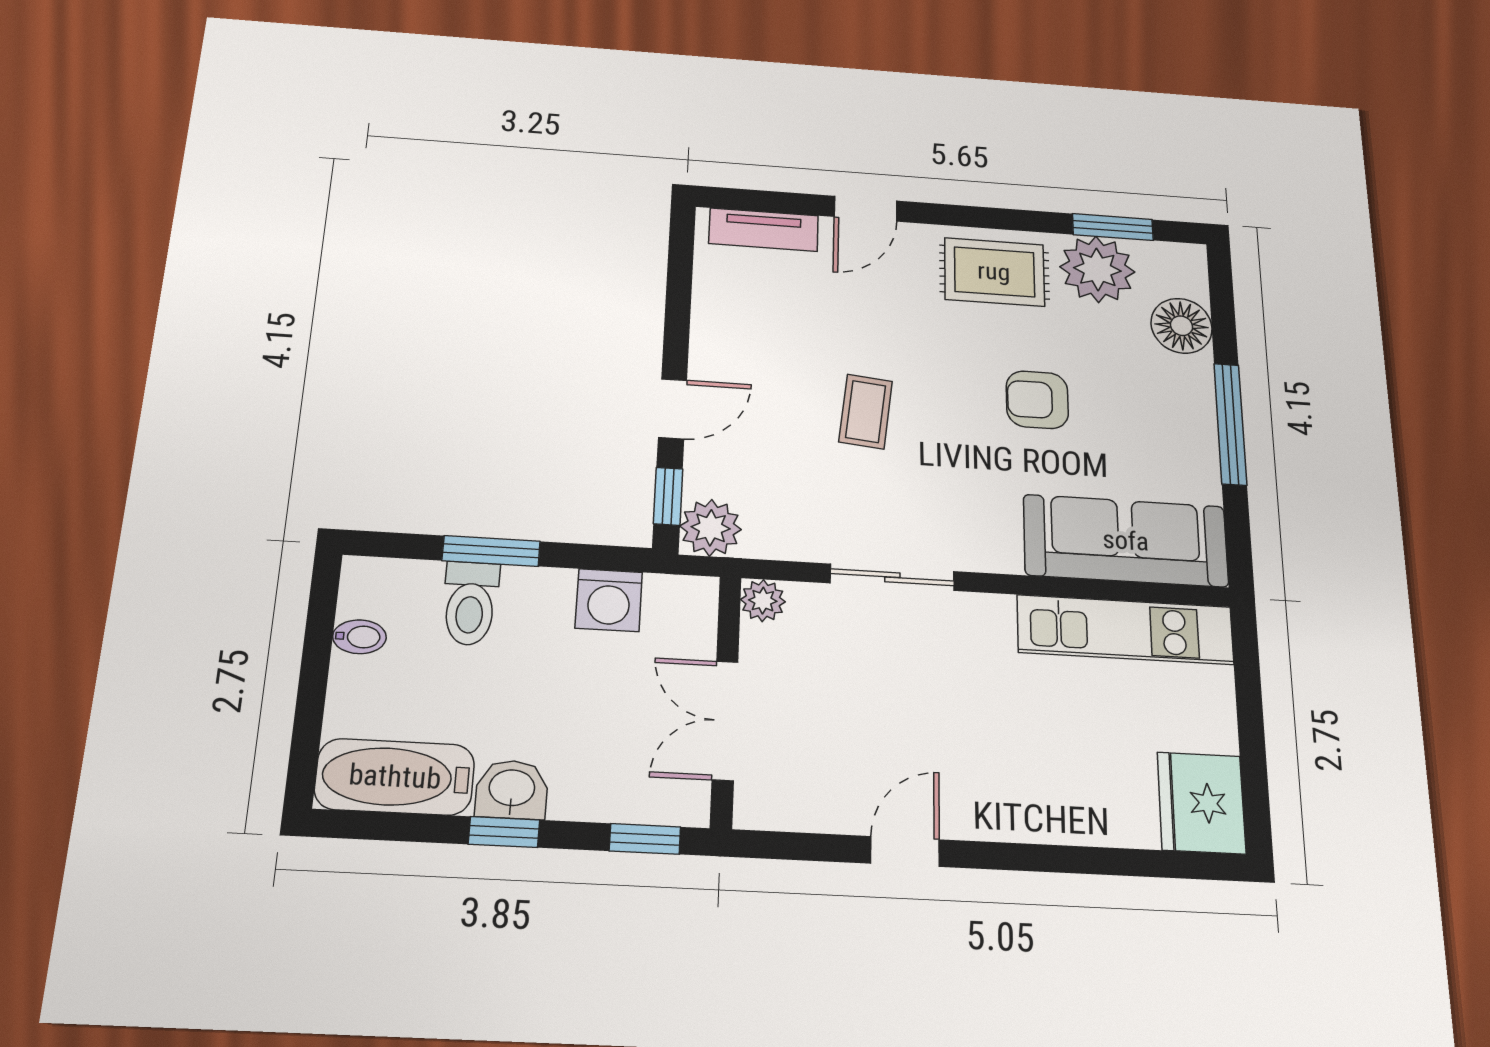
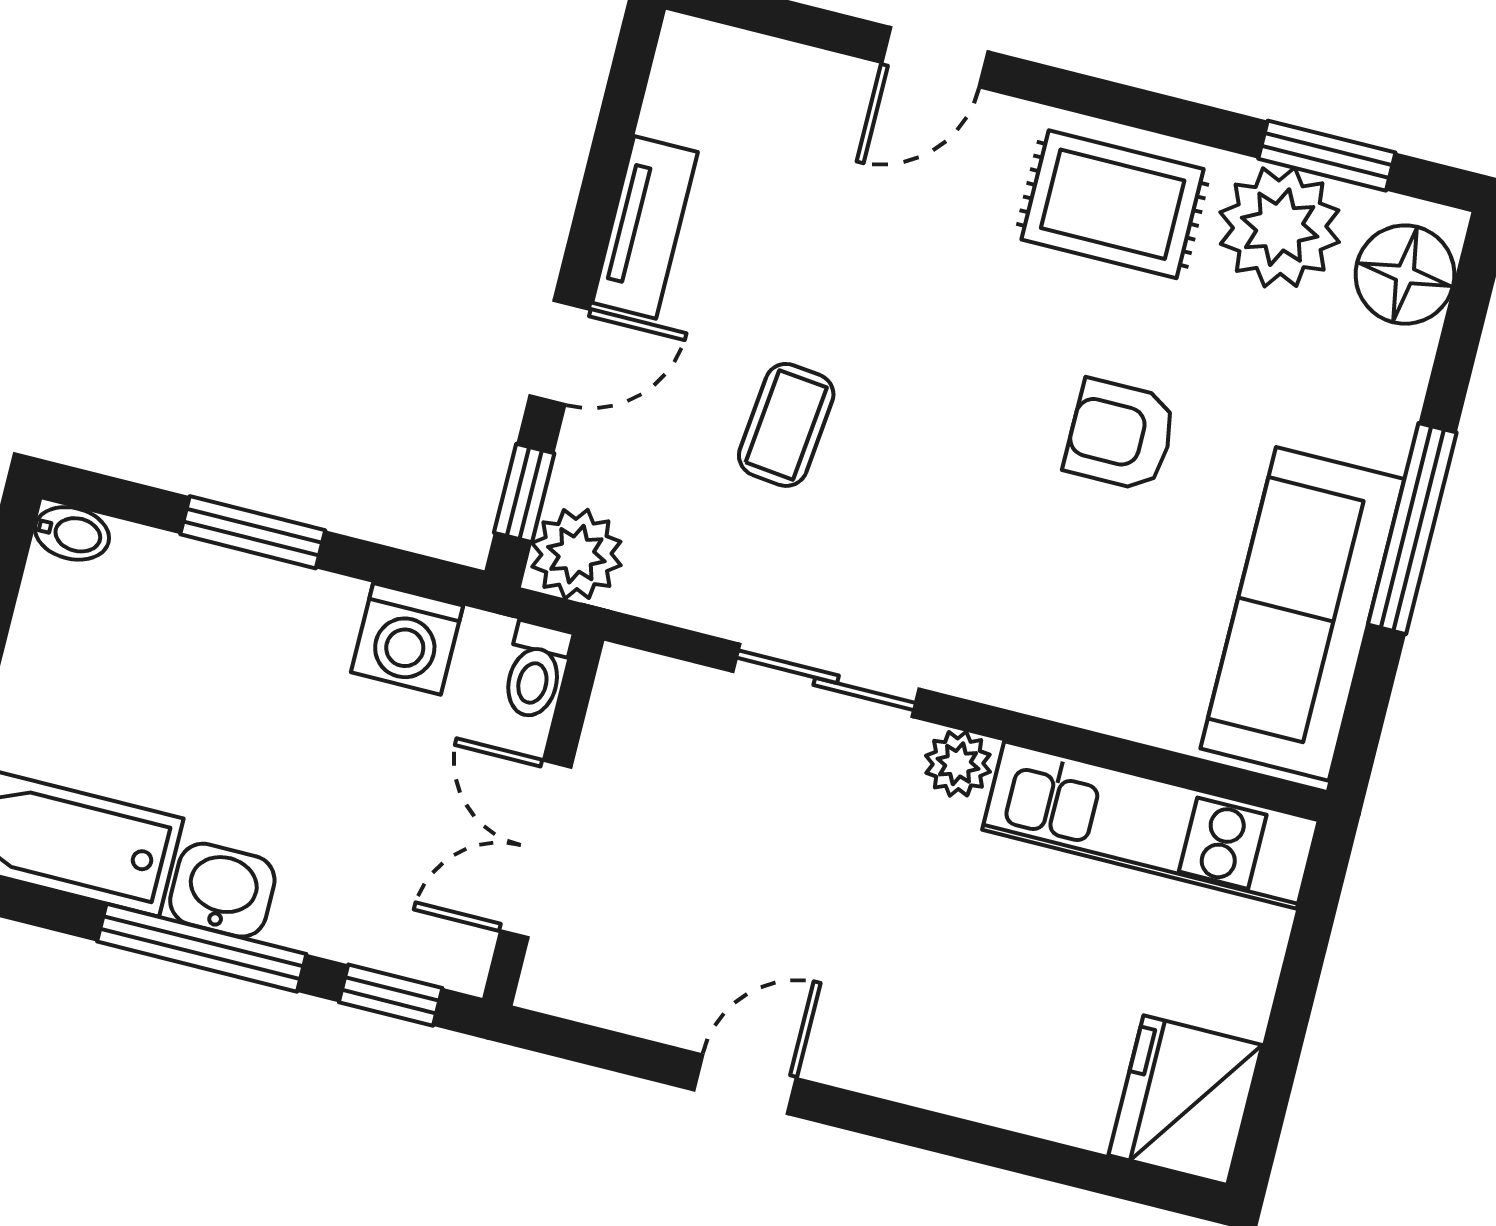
tv unit: (764, 230) -> (645, 227), moved, turned -90
floor lamp: (1182, 326) -> (1405, 275), moved
coffee table: (866, 412) -> (786, 425), moved
sofa: (1126, 541) -> (1302, 614), moved, turned -90
plant: (763, 601) -> (958, 764), moved
toilet: (470, 603) -> (536, 671), moved, width x0.73, depth x0.72
bidet: (359, 637) -> (72, 533), moved
window: (504, 832) -> (202, 948), width x2.17

